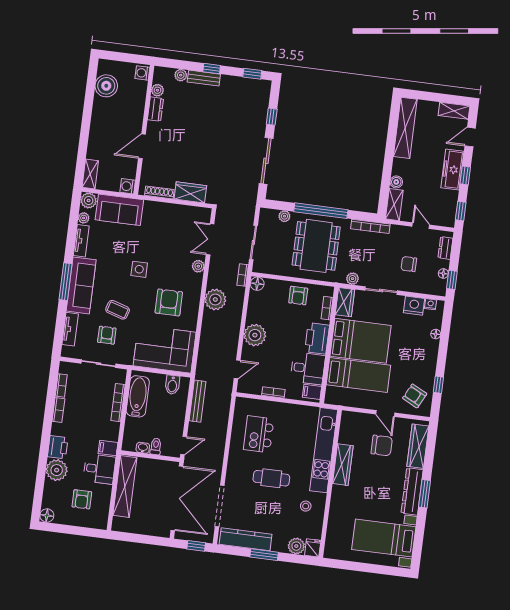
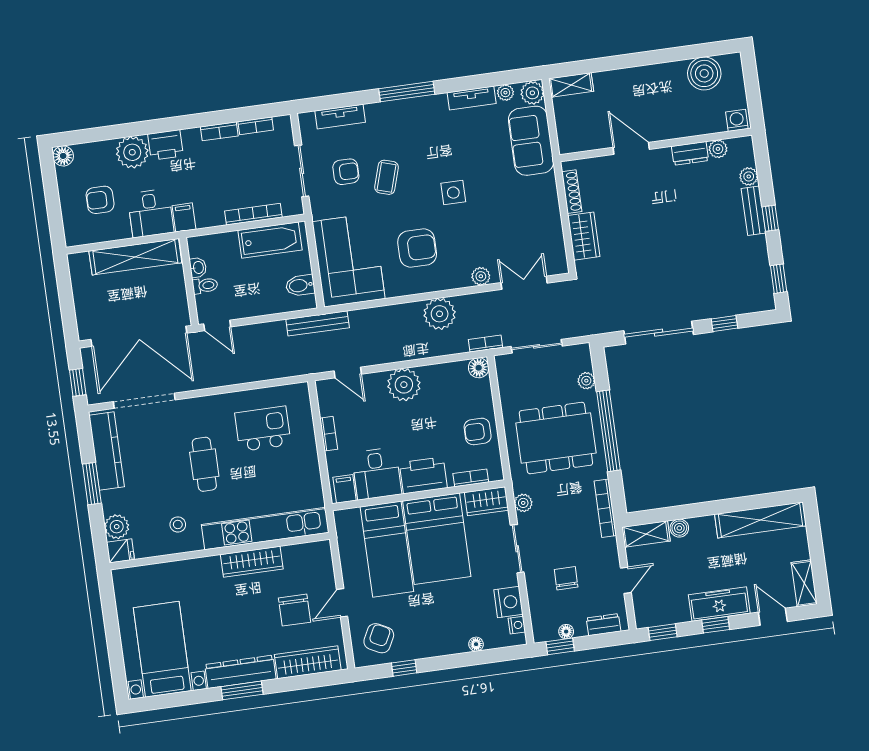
washing machine: (128, 186) -> (568, 143), removed
sofa: (81, 285) -> (407, 115), removed
bench: (197, 401) -> (318, 323), moved

